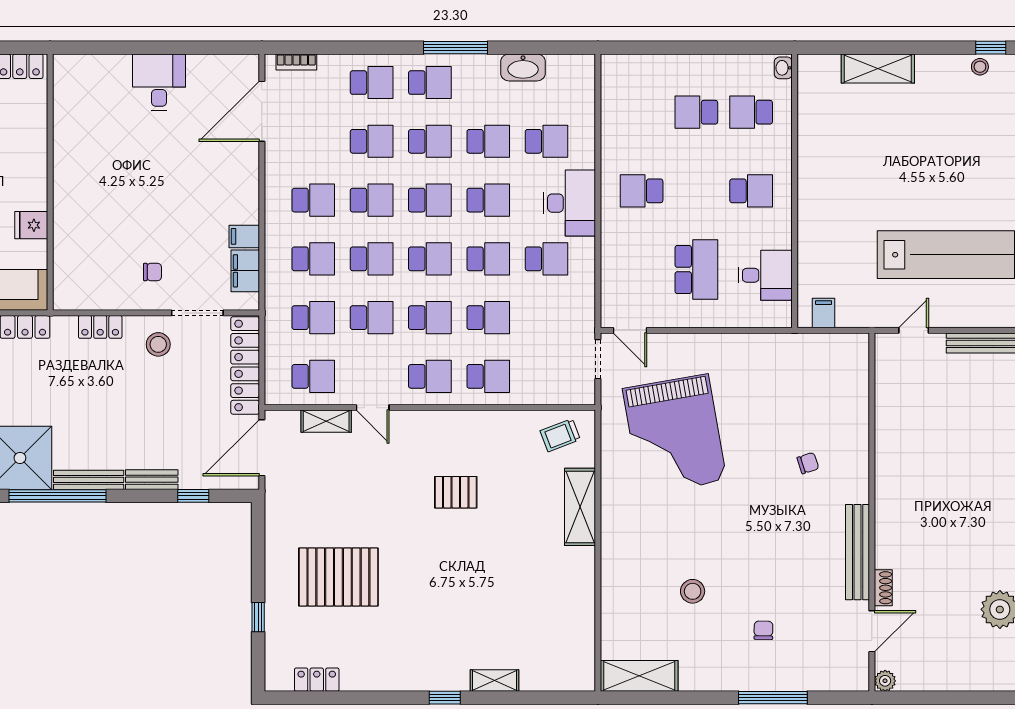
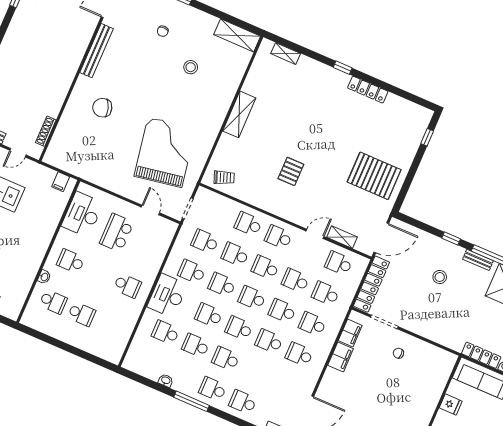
washbasin: (523, 67) -> (166, 381), width x0.52, depth x0.69
washbasin: (783, 68) -> (44, 277), moved
school desk: (372, 141) -> (205, 241), moved
filing cabinet: (244, 236) -> (341, 357), width x2.00
desk: (765, 275) -> (82, 214), width x1.37
locker: (100, 327) -> (438, 336), removed
door: (630, 330) -> (150, 210), moved
stool: (158, 344) -> (440, 277), moved
door: (373, 408) -> (315, 234), hinge flipped
chair: (808, 463) -> (102, 108), width x1.87, depth x1.87
bench: (89, 480) -> (478, 260), width x0.73
bench: (152, 480) -> (445, 246), removed
pallet: (456, 492) -> (291, 171), turned 90
window: (193, 496) -> (451, 238), moved
shelving: (580, 507) -> (239, 114), moved
pallet: (338, 577) -> (374, 176), moved
shoe rack: (883, 588) -> (46, 131), moved, width x1.43
window: (258, 617) -> (427, 137), moved
locker: (317, 680) -> (368, 90), moved, width x1.53
shelving: (495, 681) -> (286, 54), moved

